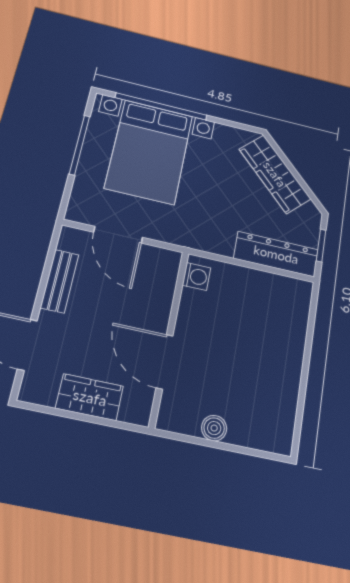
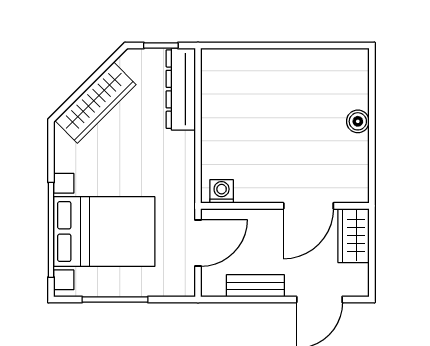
washing machine: (196, 276) -> (222, 191), moved
wall: (169, 337) -> (285, 206), moved
door: (164, 362) -> (308, 206), moved

